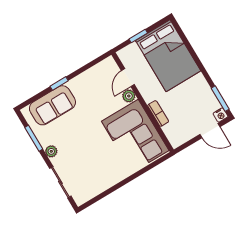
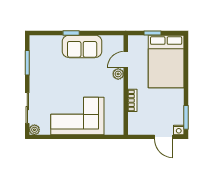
sofa: (52, 105) -> (82, 46), moved
corner sofa: (135, 136) -> (77, 116), moved, turned 90
plant: (51, 151) -> (34, 130), moved

